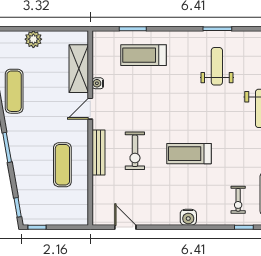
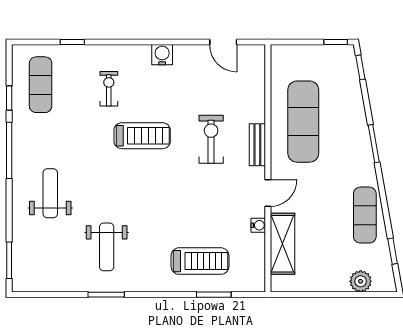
plant: (33, 39) -> (361, 281), moved
bench: (99, 152) -> (257, 145), width x0.73
exercise mat: (62, 165) -> (303, 122), width x1.36, depth x1.45
exercise bike: (238, 200) -> (109, 89), moved
water cooler: (188, 217) -> (162, 55), moved

